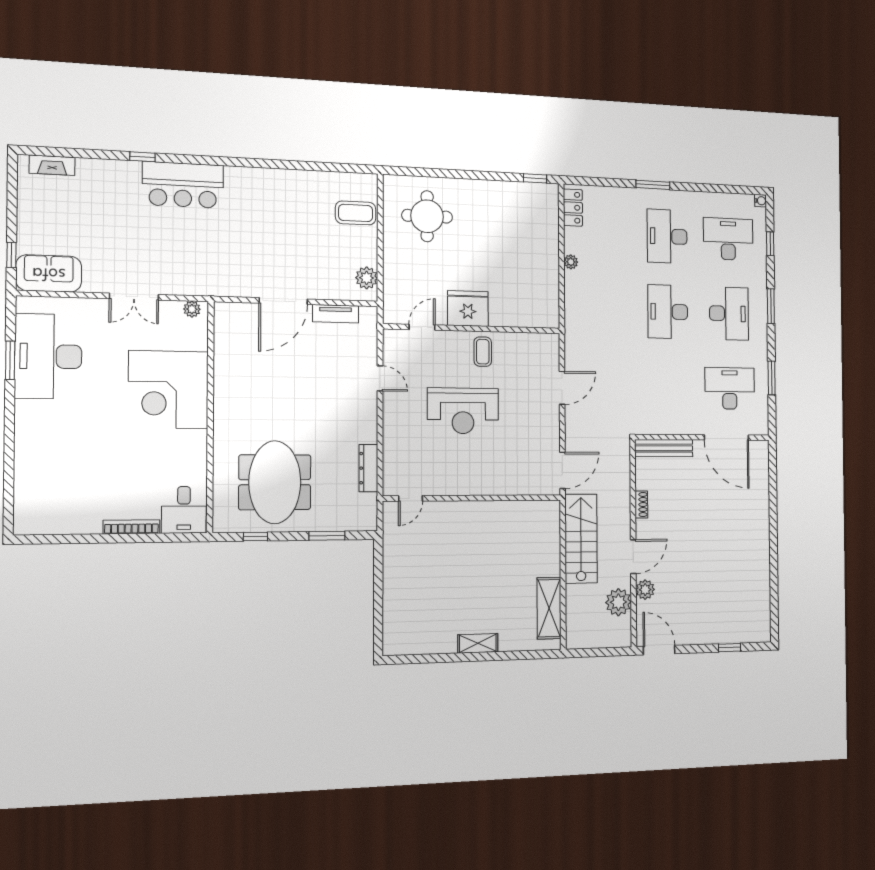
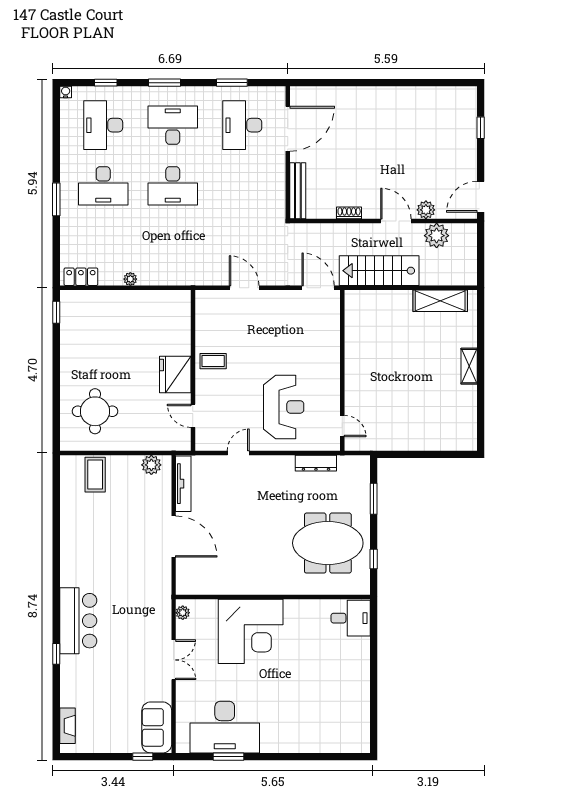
tv unit: (336, 314) -> (183, 484), width x1.41
reception desk: (463, 411) -> (284, 407), moved
bookcase: (132, 527) -> (364, 660), removed

